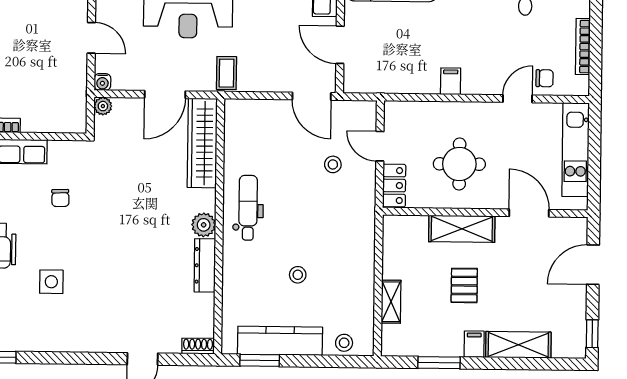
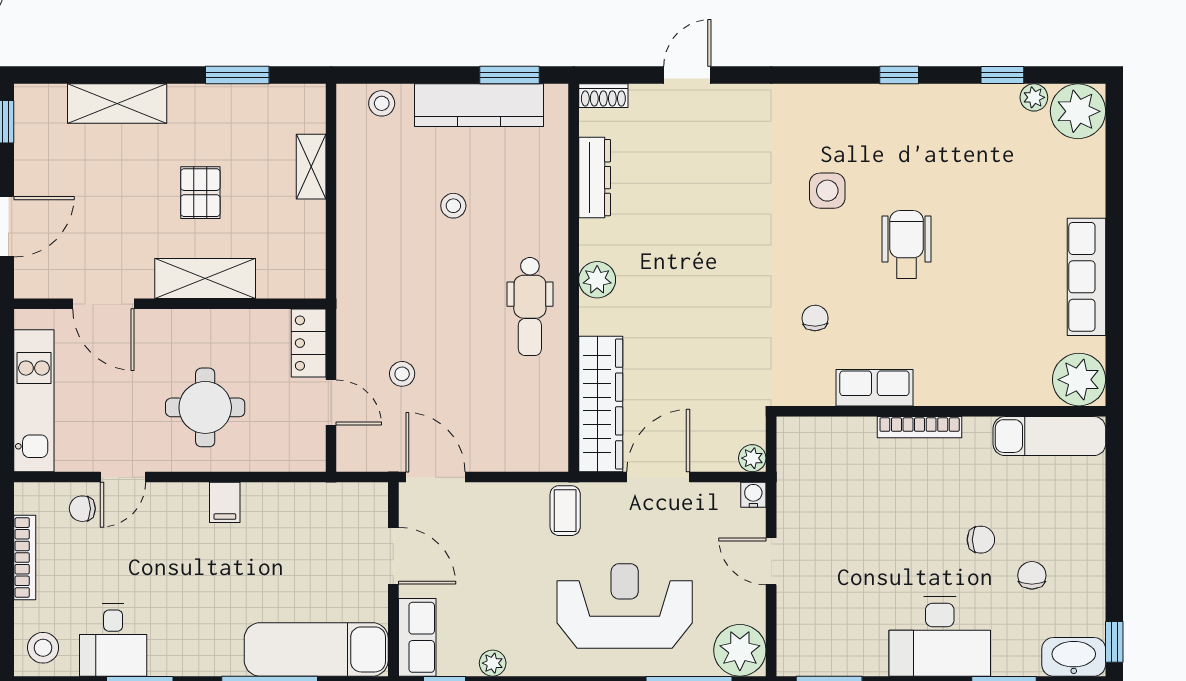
round table: (459, 164) -> (205, 407), moved
dresser: (205, 265) -> (595, 178), moved
filing cabinet: (474, 344) -> (184, 104), removed

